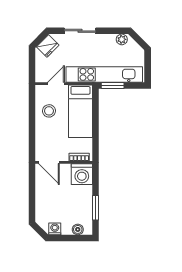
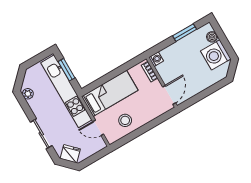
window: (113, 85) -> (66, 70), moved
washing machine: (82, 174) -> (156, 59), width x0.53, depth x0.53
washing machine: (55, 229) -> (216, 55), width x1.89, depth x1.89

